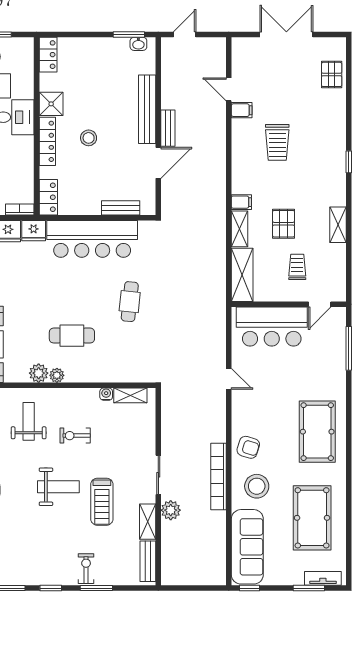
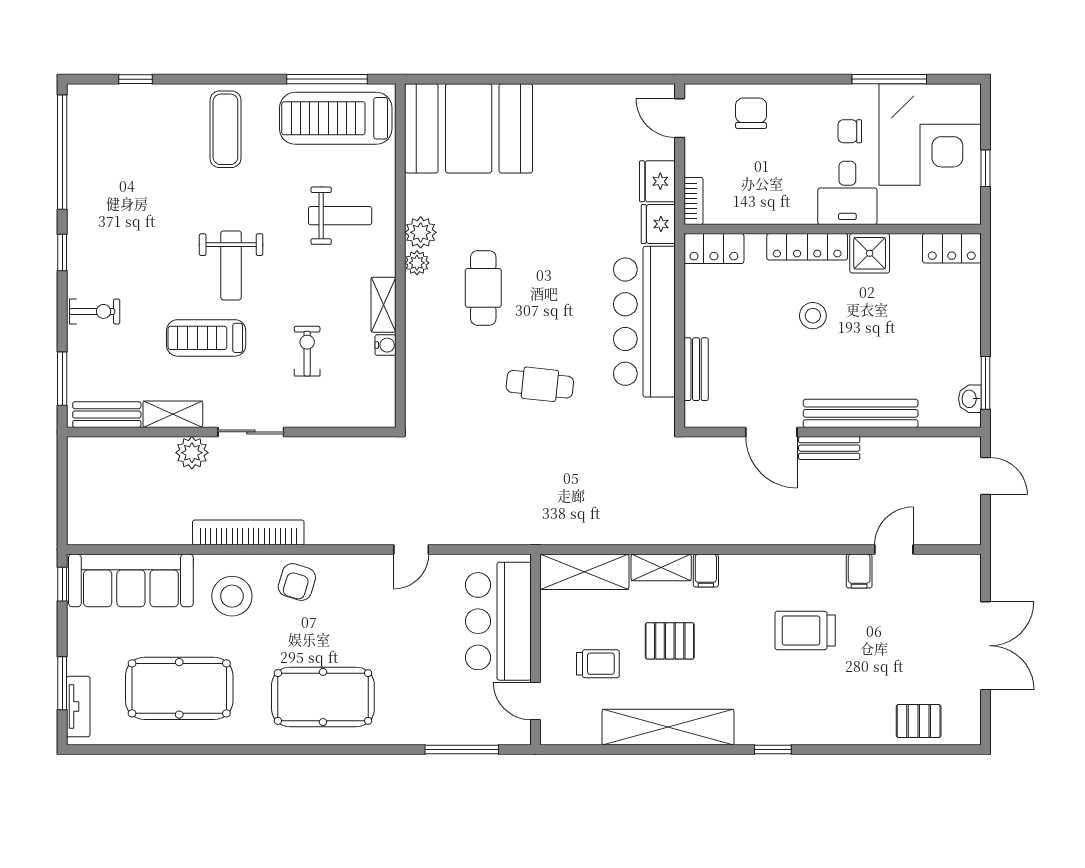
shelving: (338, 225) -> (668, 727), width x2.20, depth x1.33
shelving: (130, 395) -> (383, 305), moved
exercise bike: (75, 436) -> (307, 351), moved
window: (96, 588) -> (62, 379), moved

